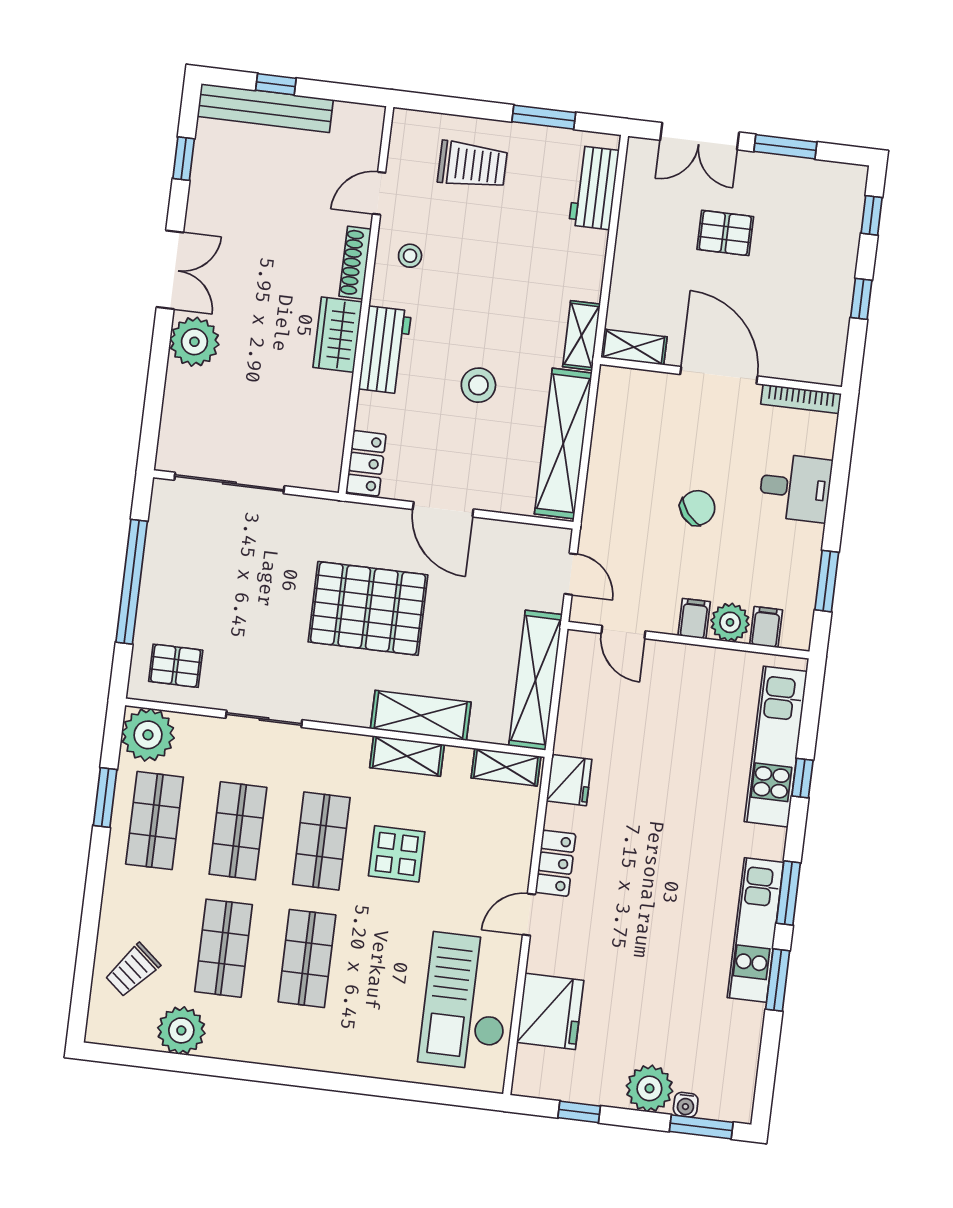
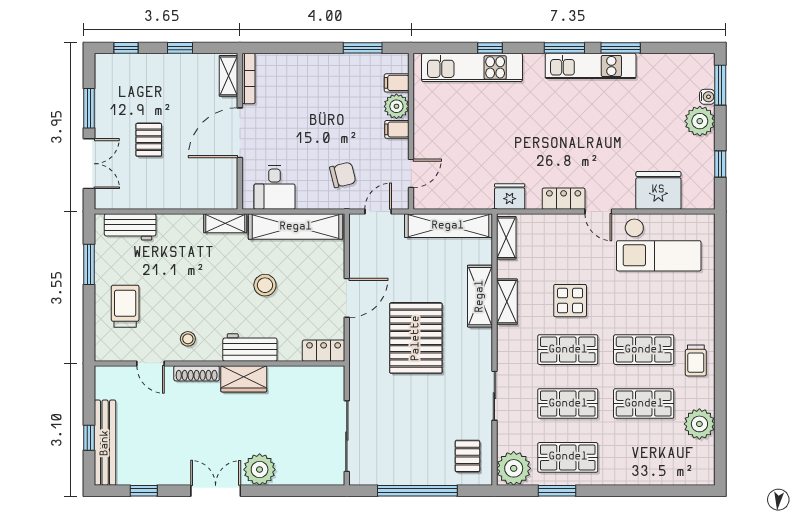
shelving: (634, 347) -> (229, 76), moved
desk: (795, 488) -> (275, 187), moved, turned 180
chair: (698, 508) -> (343, 175), moved, turned 115
trolley: (133, 970) -> (696, 360), moved, turned 50

